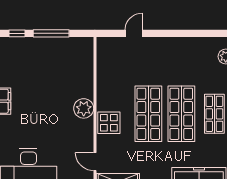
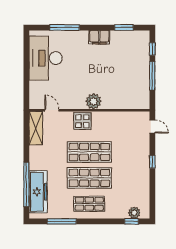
door: (134, 33) -> (152, 126), moved
window: (161, 33) -> (152, 162), added
door: (95, 162) -> (52, 110), hinge flipped

